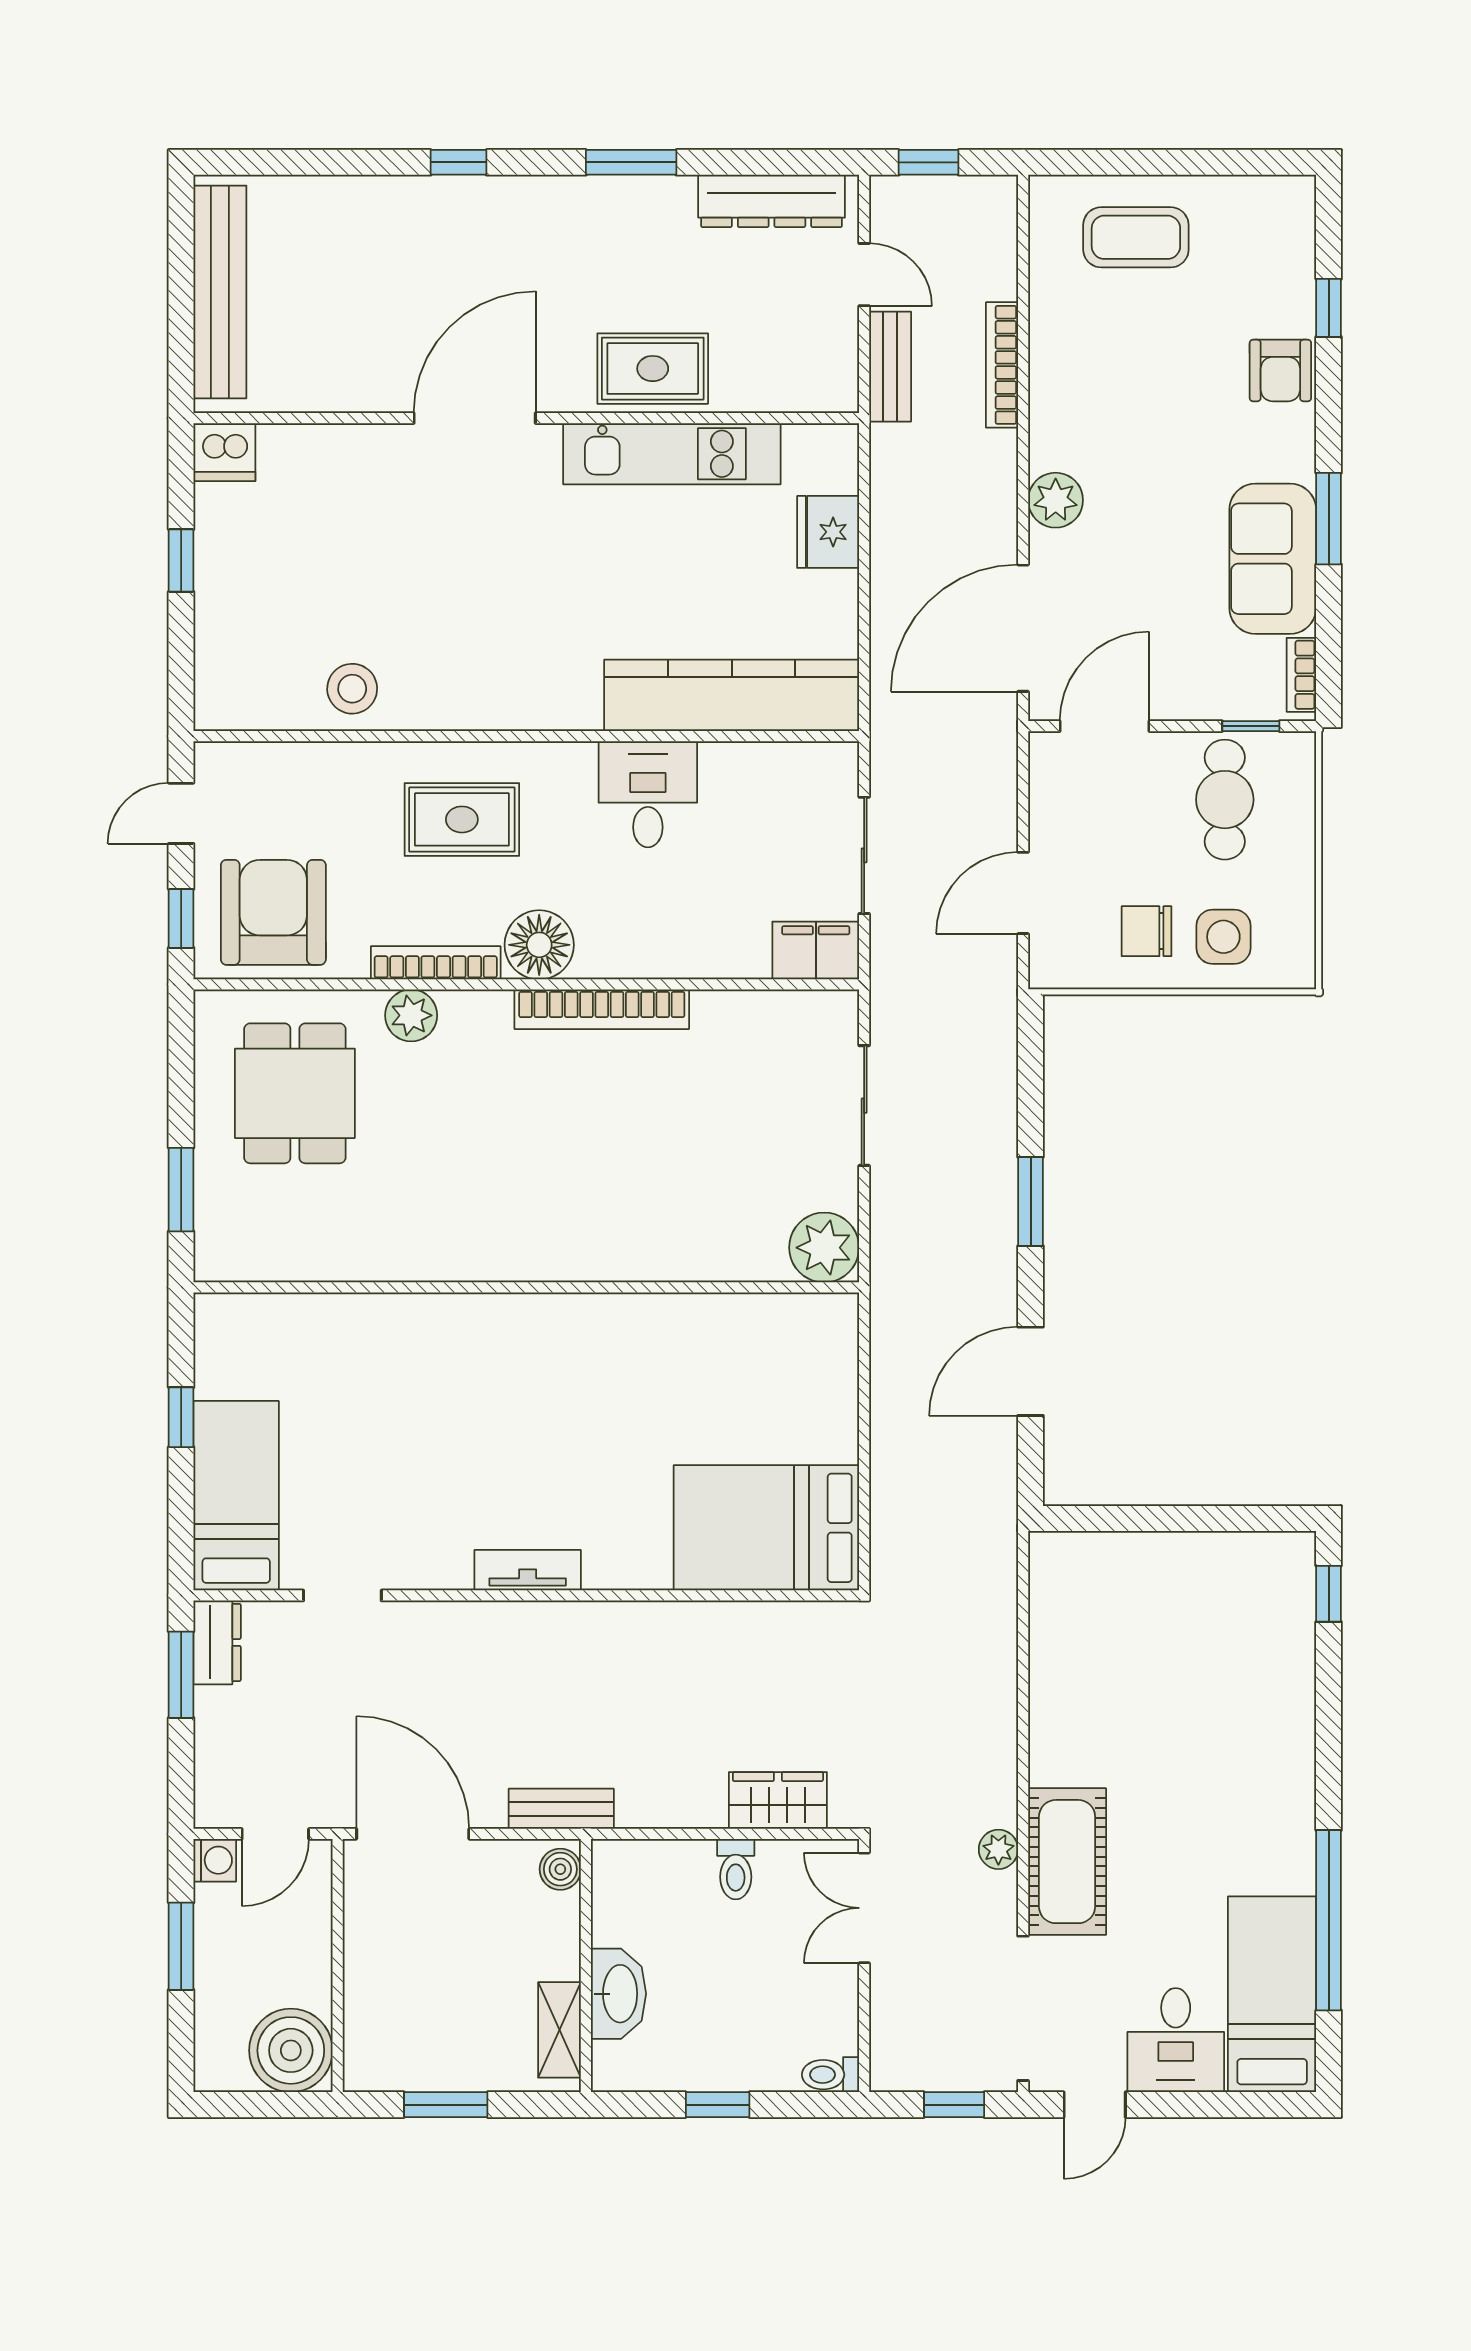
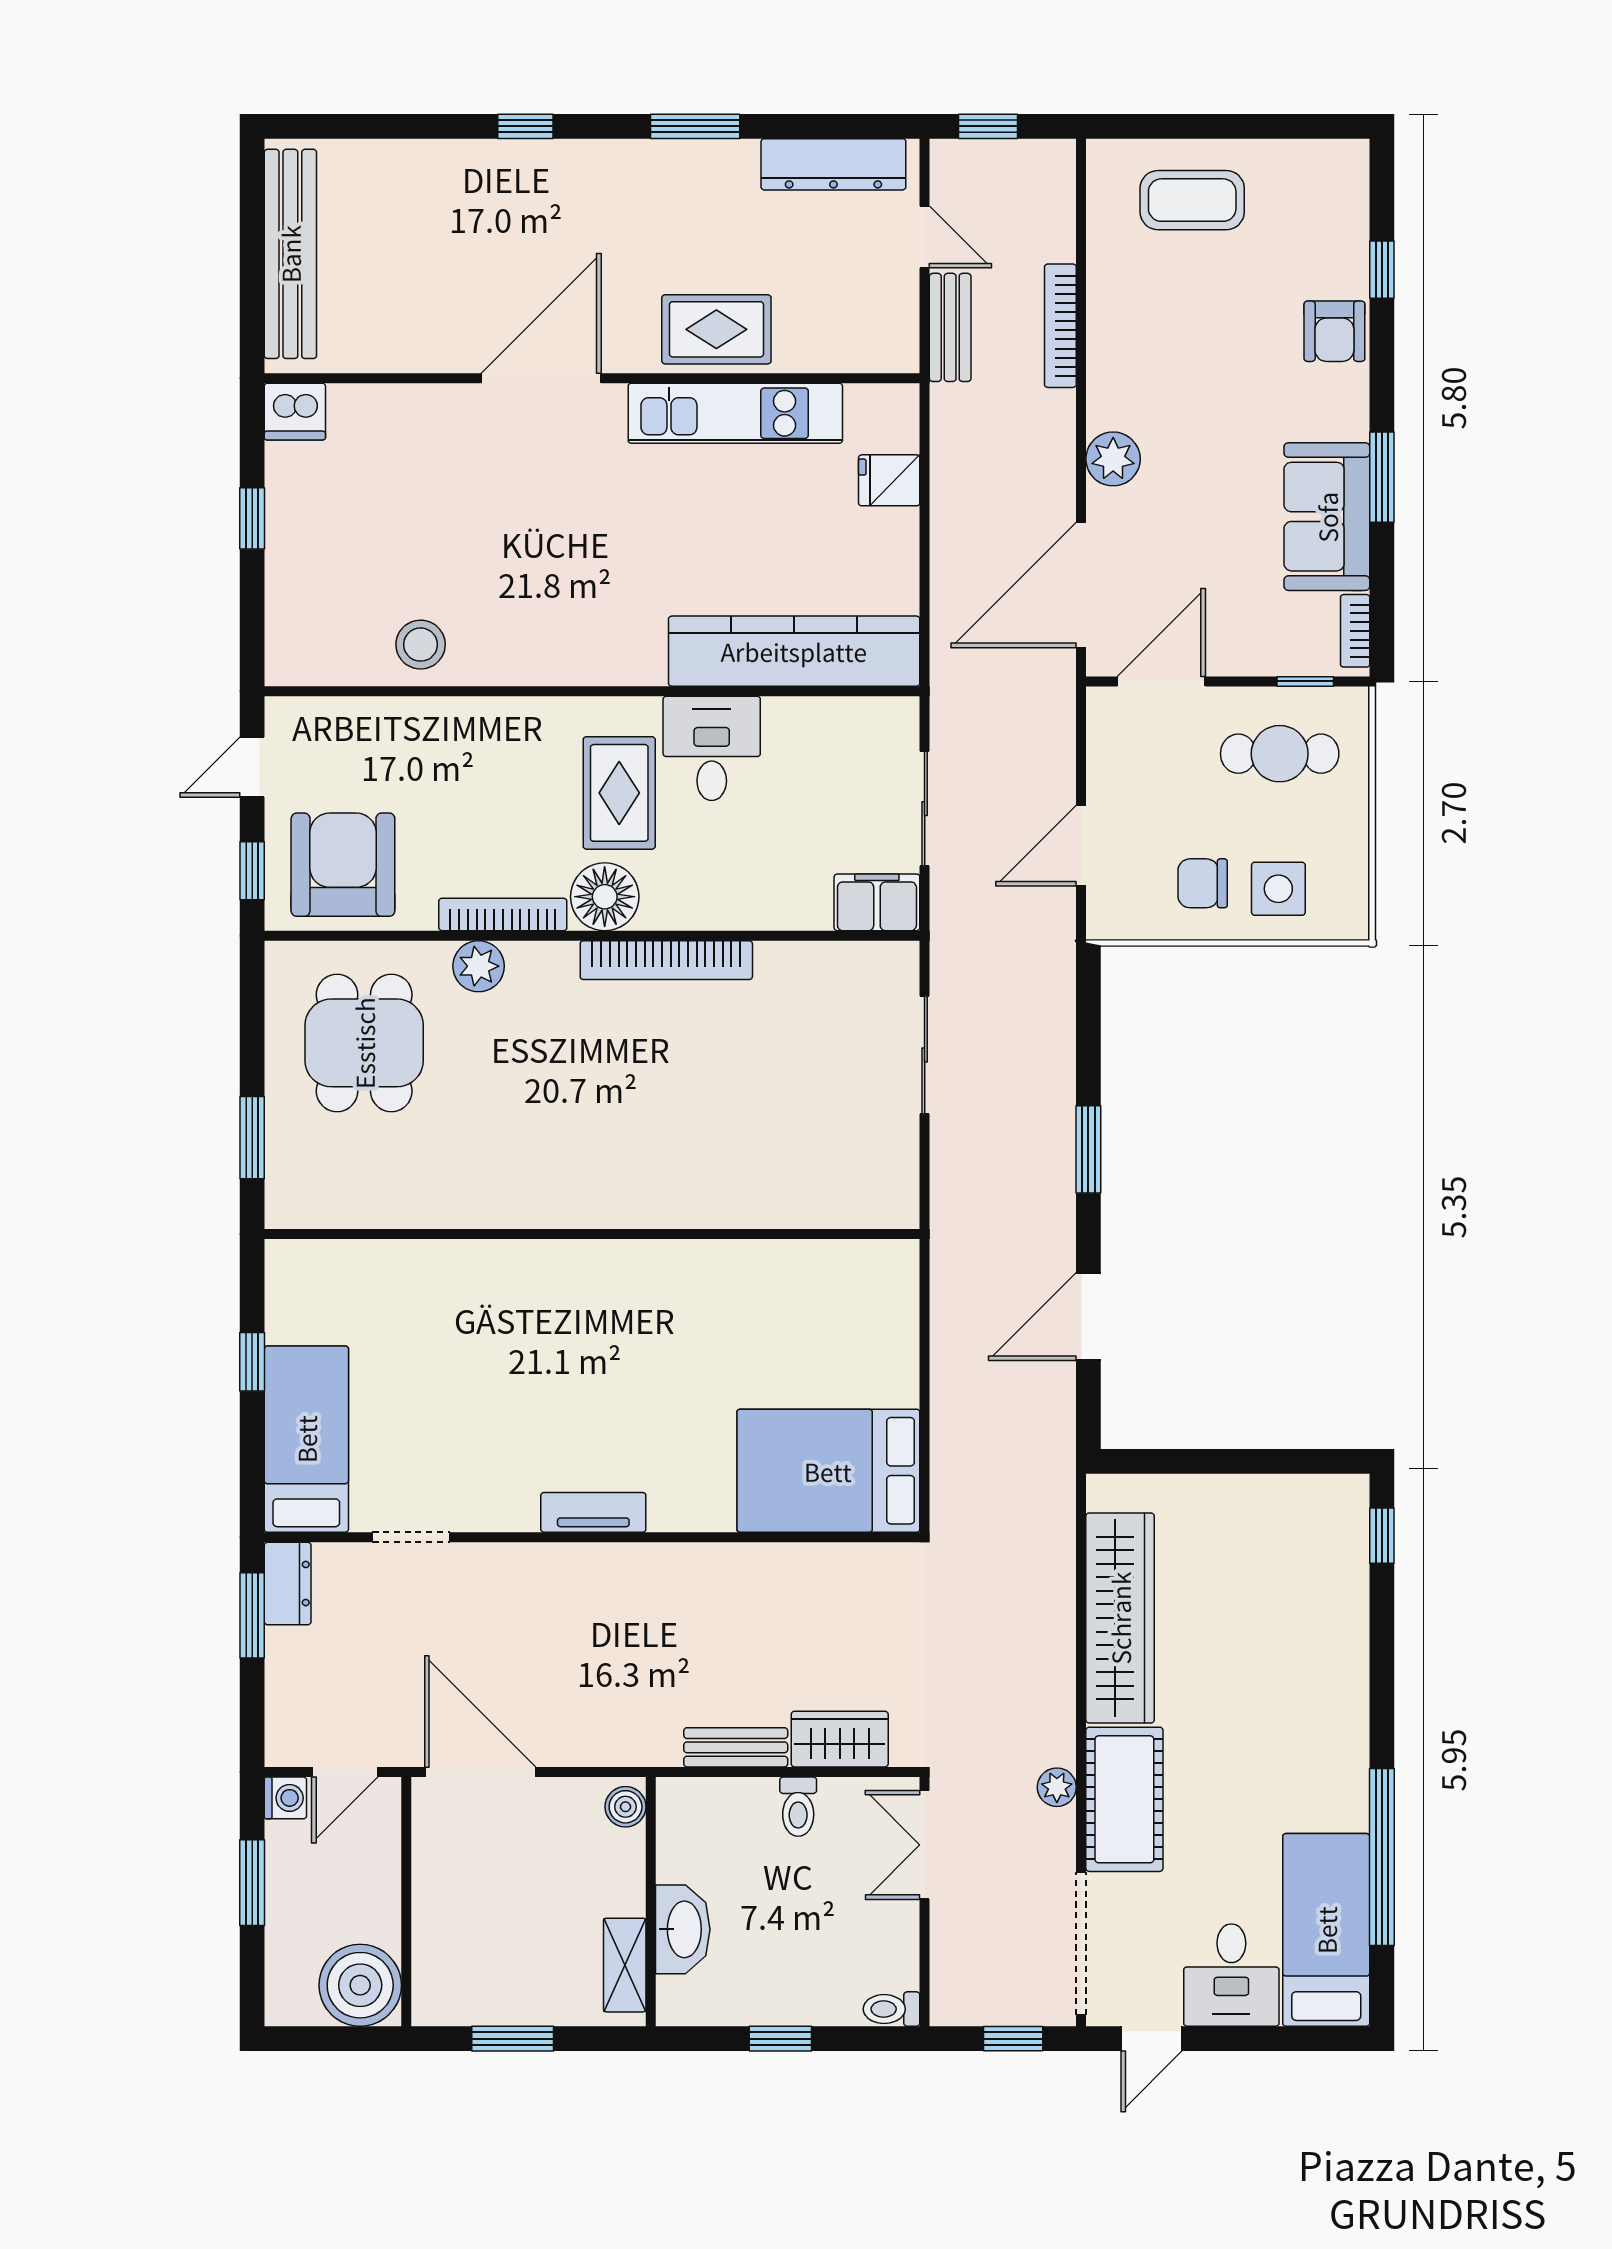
fridge: (828, 532) -> (889, 480), width x0.72
cafe table: (1225, 800) -> (1280, 754), turned 90
rug: (462, 819) -> (619, 793), moved, turned 90
plant: (824, 1248) -> (885, 1195), removed
wardrobe: (1063, 1677) -> (1120, 1618), added
bench: (561, 1809) -> (736, 1747), moved

